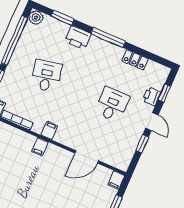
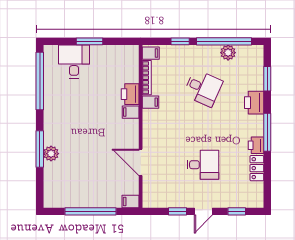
plant: (36, 17) -> (228, 53), moved
desk: (46, 76) -> (203, 88), turned 36
printer: (152, 96) -> (256, 145), moved, turned -90
filing cabinet: (49, 130) -> (151, 102), moved
printer: (24, 140) -> (130, 94), added

